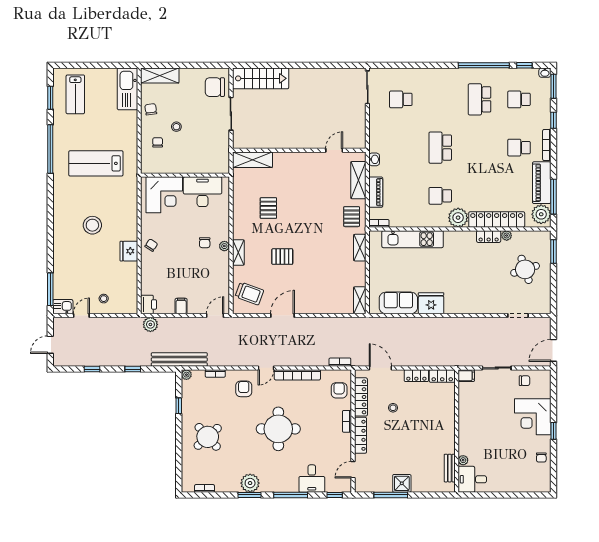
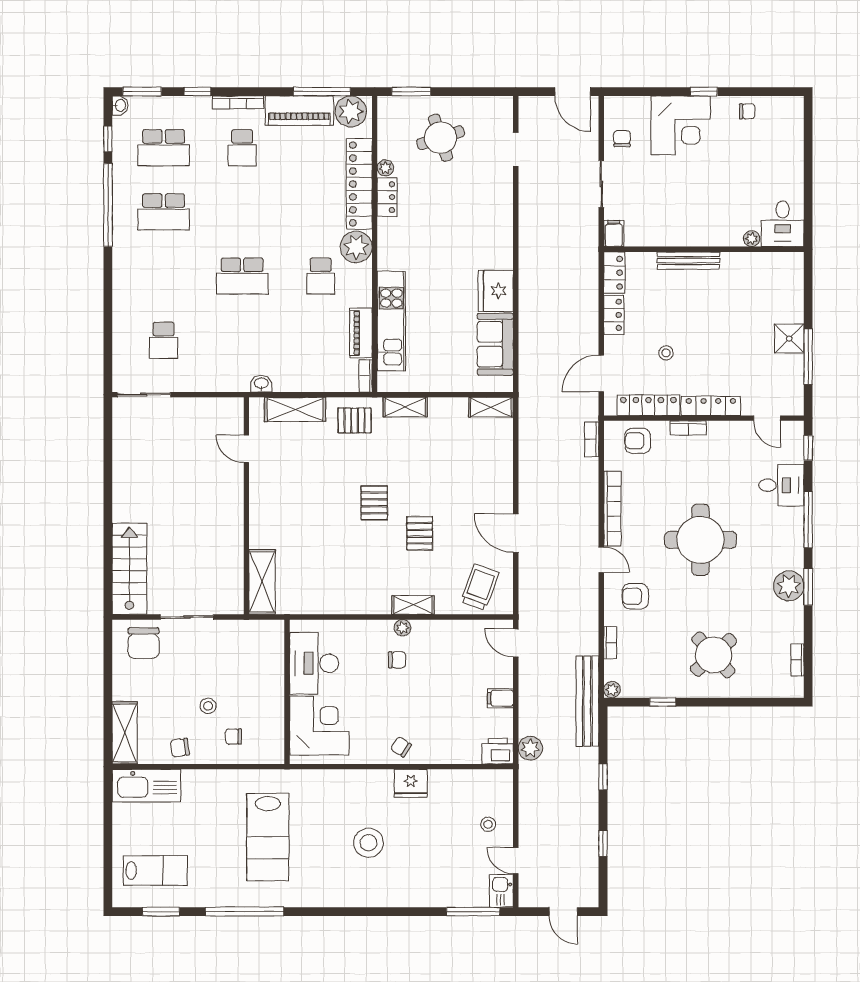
school desk: (519, 99) -> (164, 148), width x1.85
piano: (376, 192) -> (361, 333), moved, turned -90
pallet: (268, 208) -> (374, 503), moved, turned 90
bench: (450, 468) -> (688, 261), moved, width x1.36

